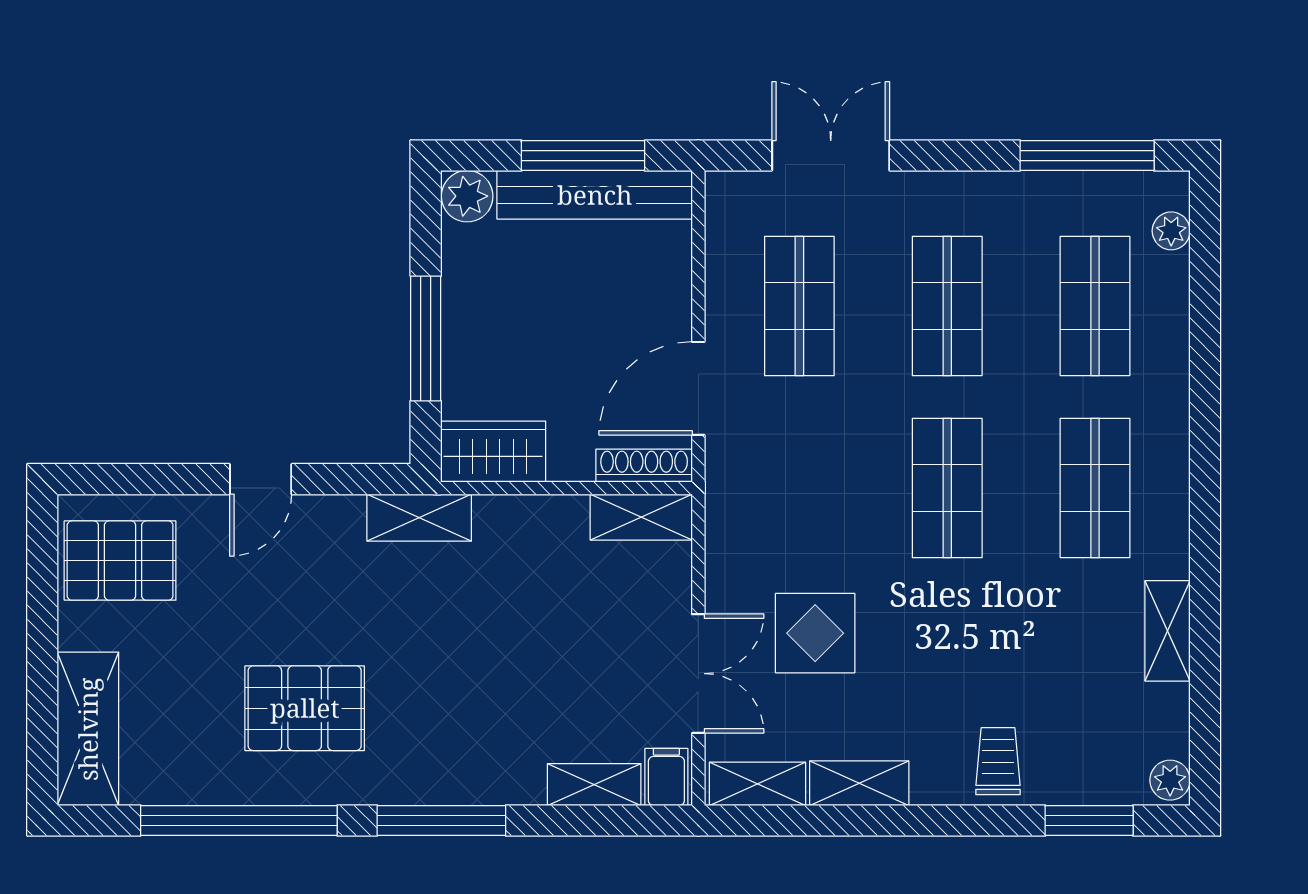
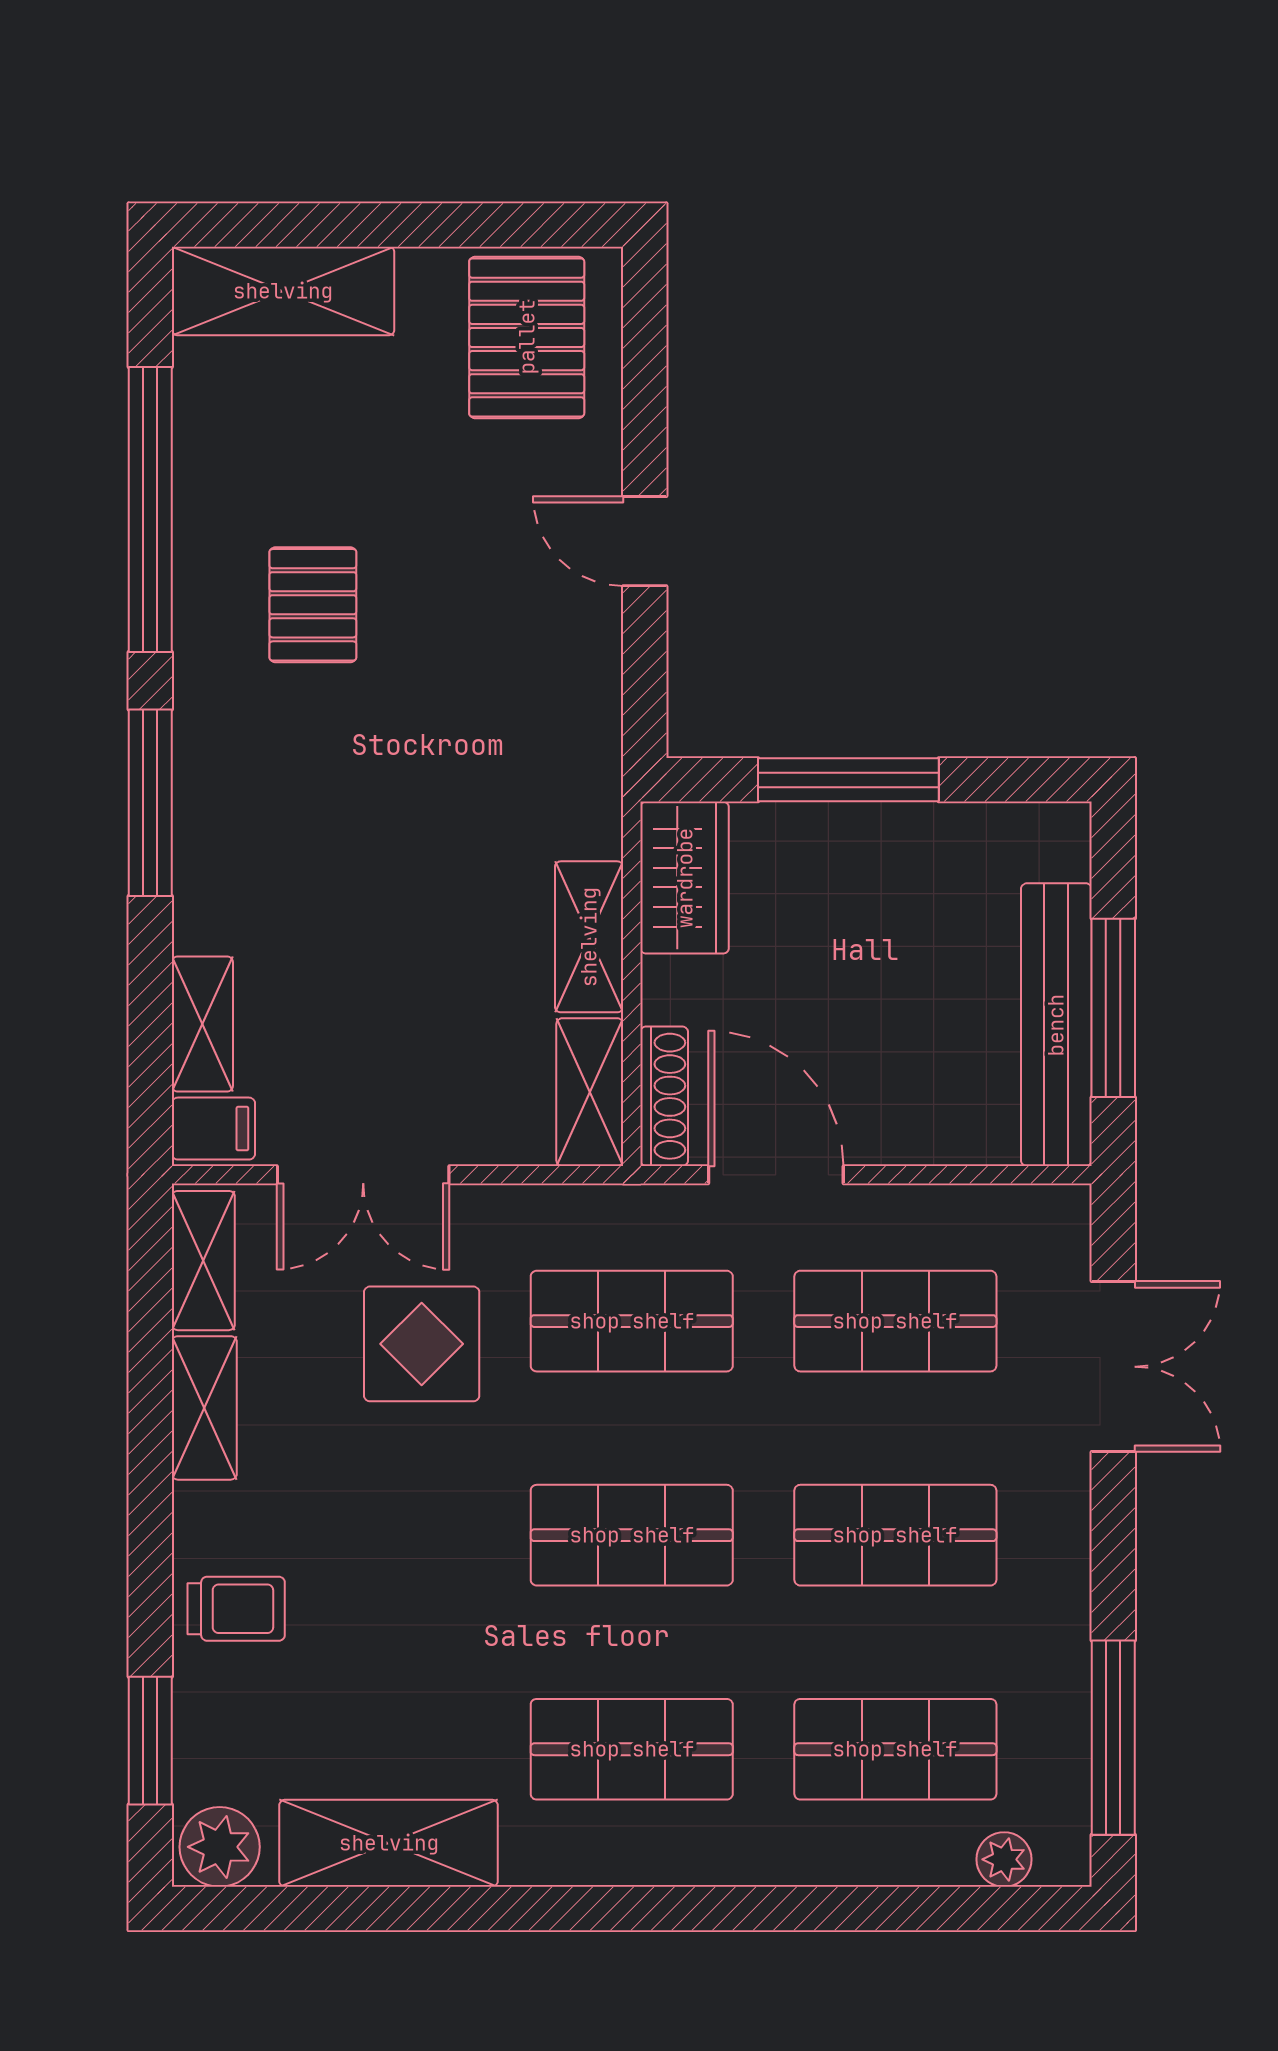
plant: (467, 196) -> (1054, 840), removed
shop shelf: (799, 488) -> (632, 1321), added
shelving: (419, 518) -> (589, 937), moved
shelving: (1167, 631) -> (389, 1843), width x1.50, depth x1.33
pallet: (305, 708) -> (313, 605), width x0.67, depth x0.71
plant: (1170, 780) -> (220, 1847), width x1.38, depth x1.38

